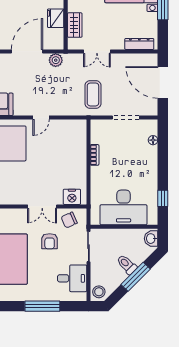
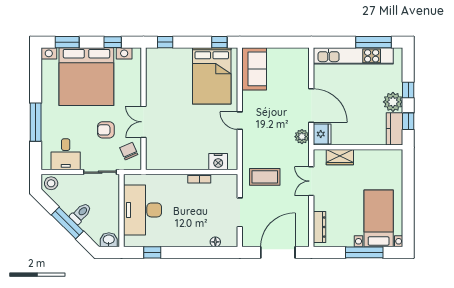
fridge: (56, 18) -> (322, 134), moved, turned 90
nightstand: (72, 197) -> (218, 162), moved, turned -90

